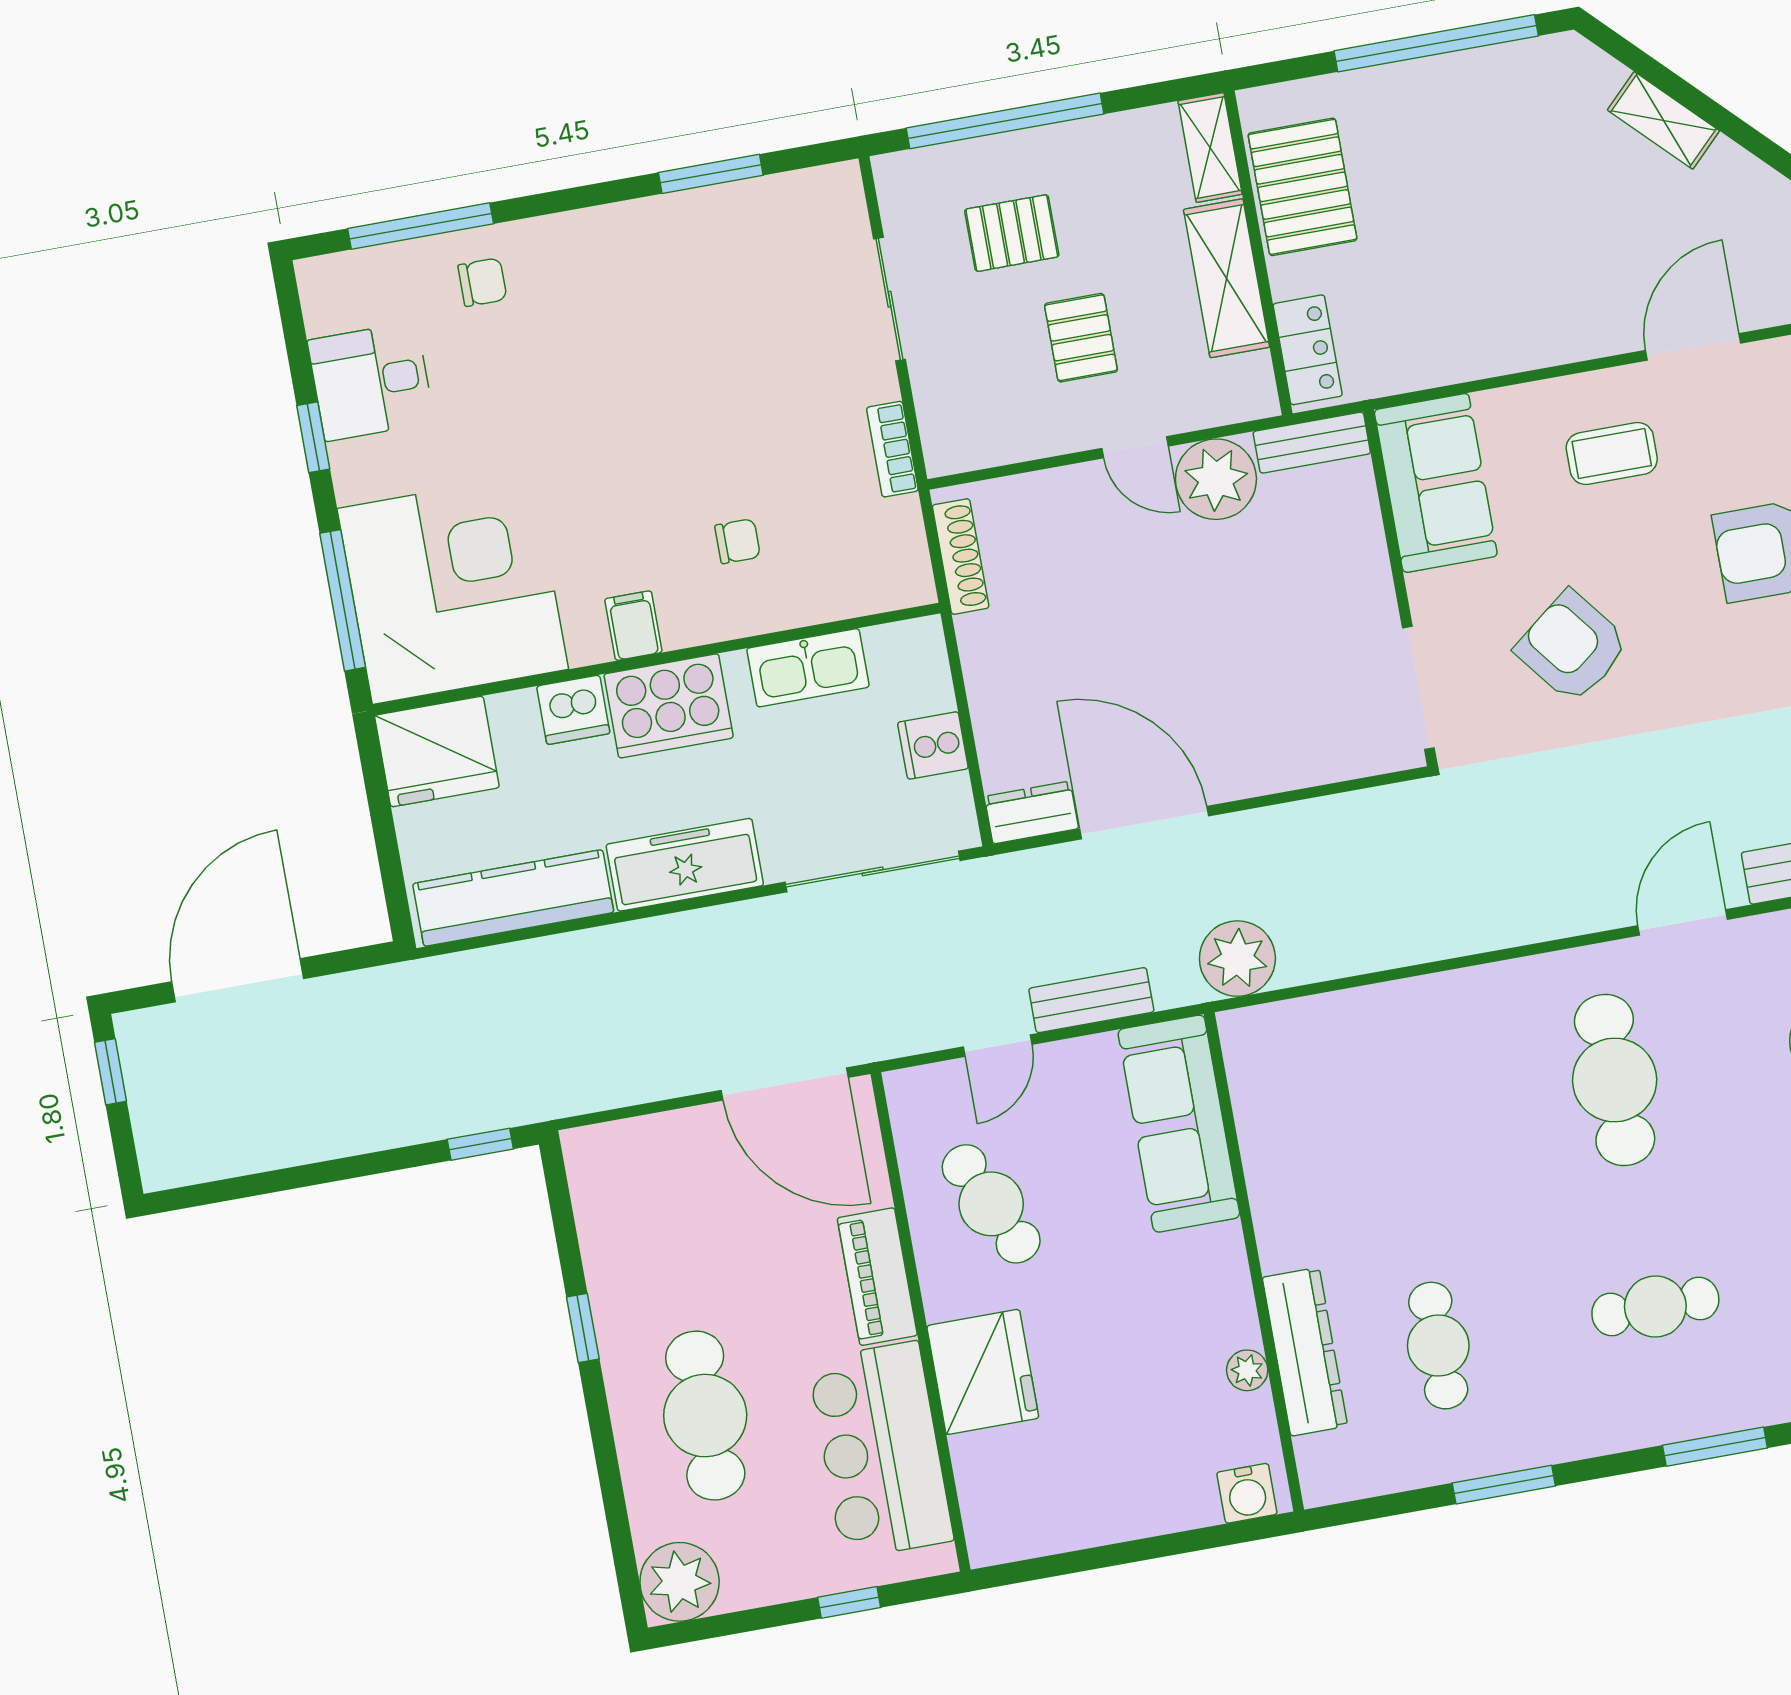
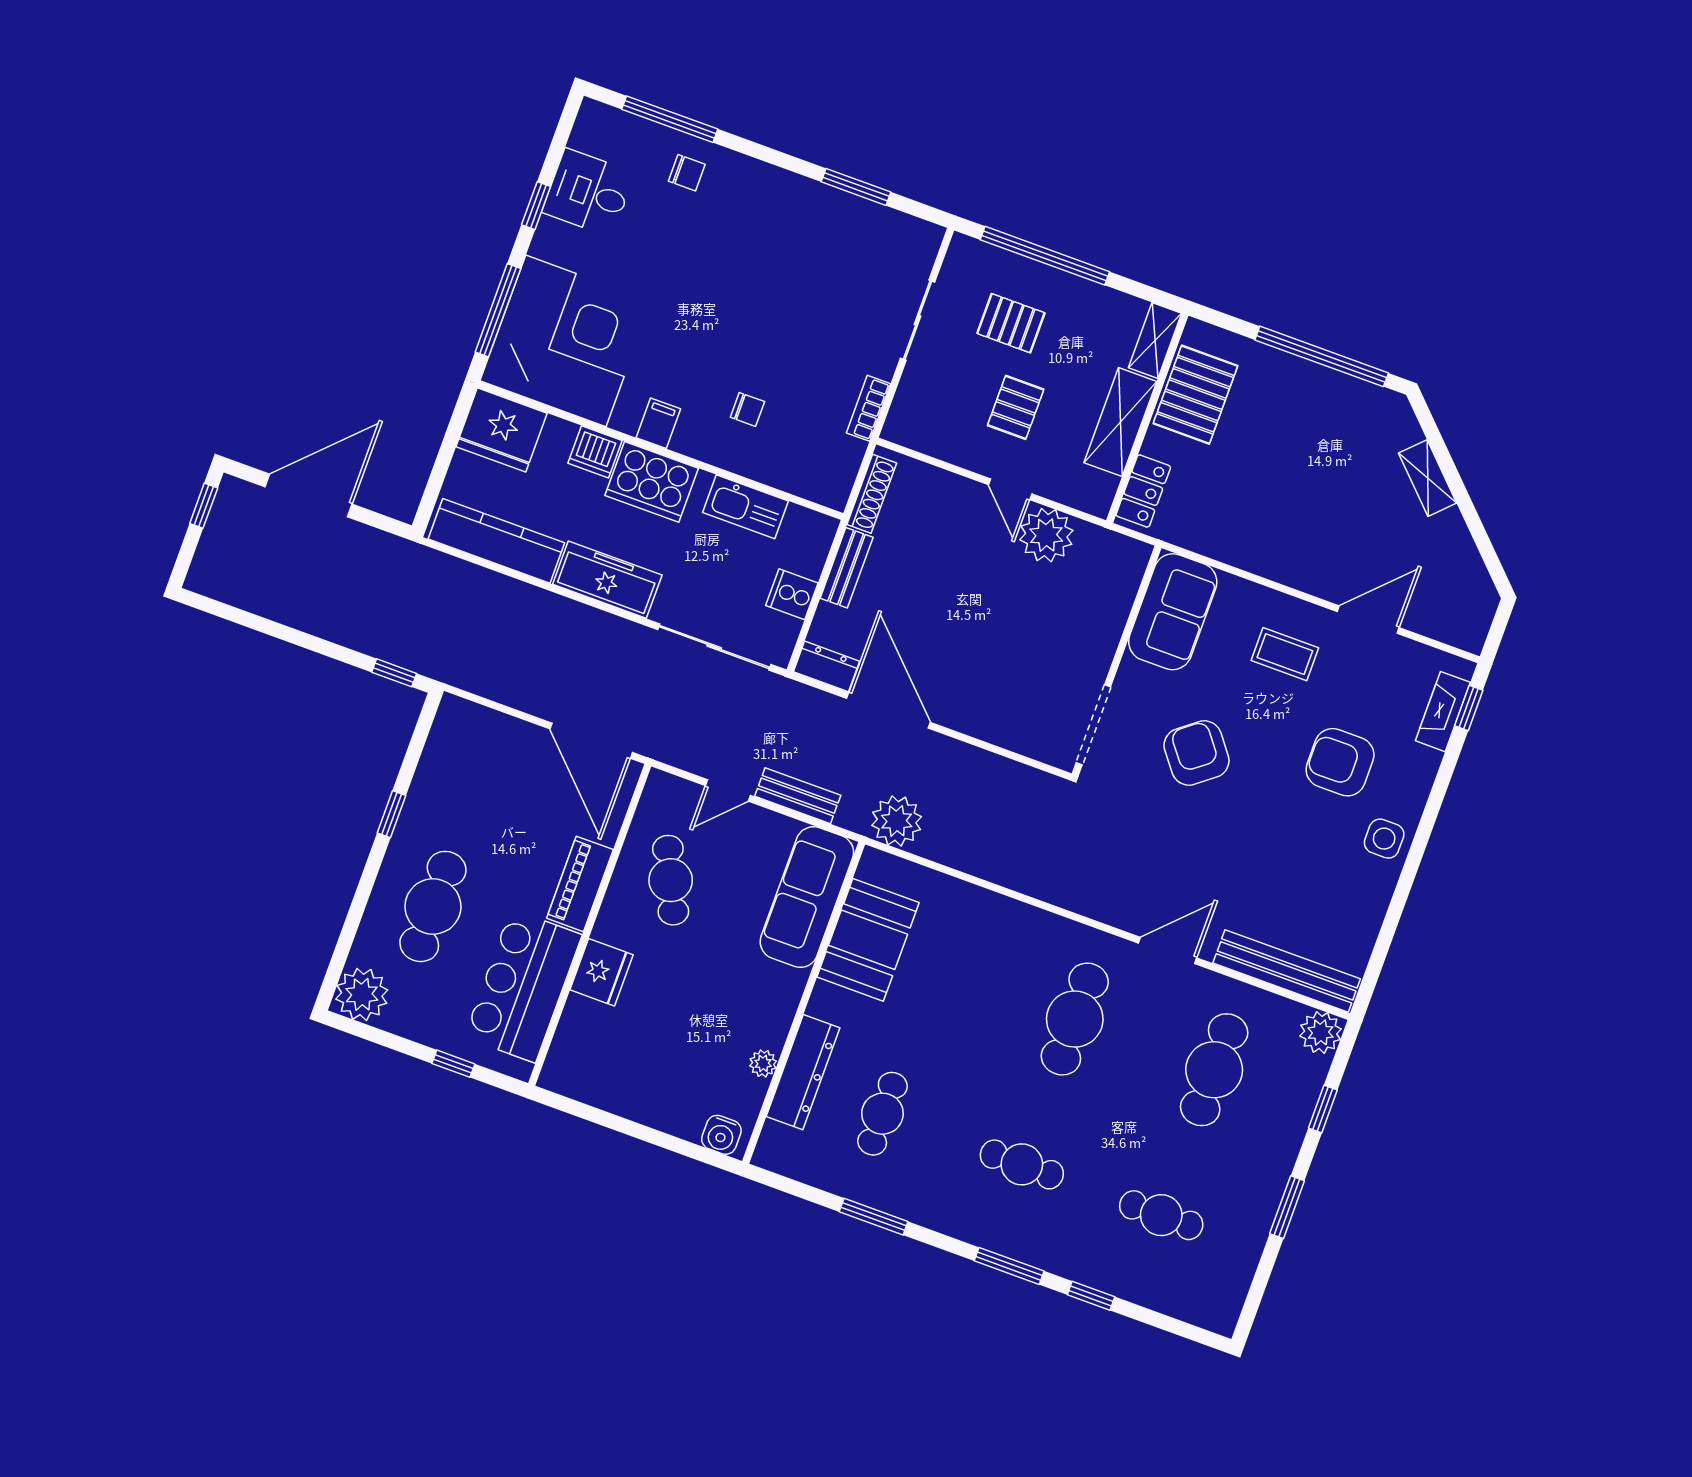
bench: (1312, 443) -> (847, 568), moved, turned 90
booth: (1290, 1133) -> (868, 940), added
fridge: (983, 1372) -> (601, 972), width x0.73, depth x0.75

